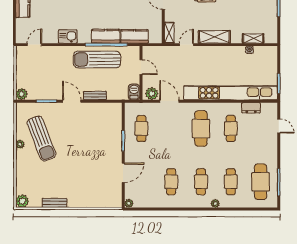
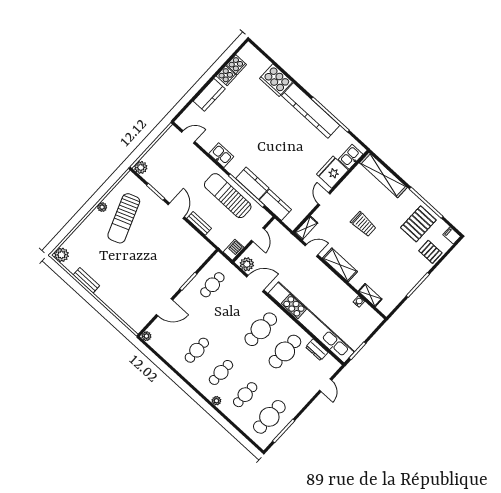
door: (169, 101) -> (255, 283), hinge flipped
cafe table: (231, 128) -> (285, 351), width x1.37, depth x1.35

